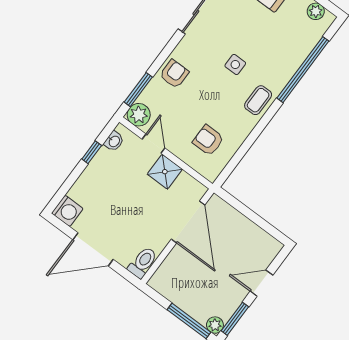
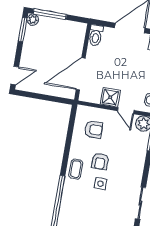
armchair: (174, 74) -> (100, 161), moved
door: (188, 222) -> (81, 74), hinge flipped
door: (261, 283) -> (15, 76), moved

